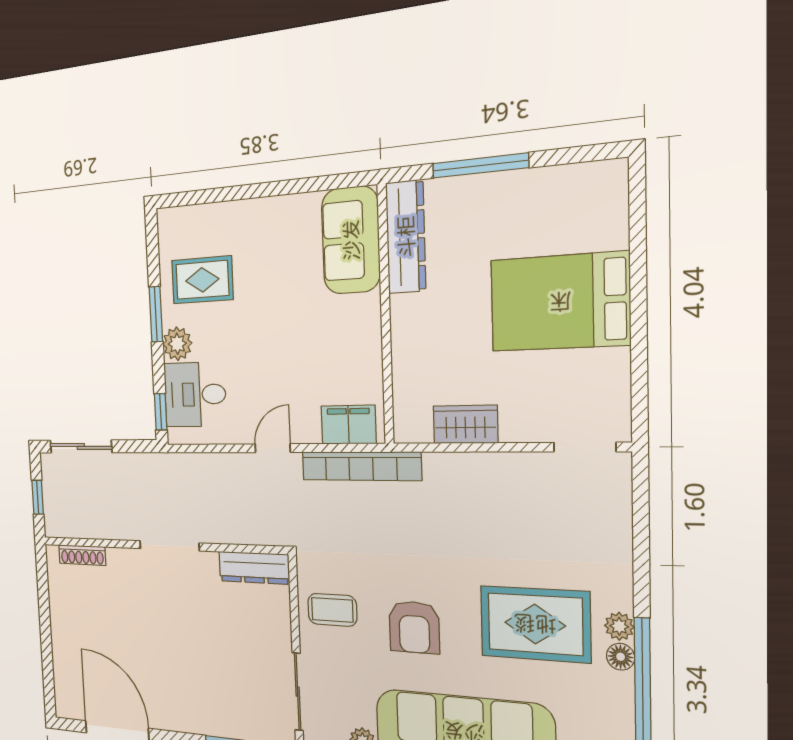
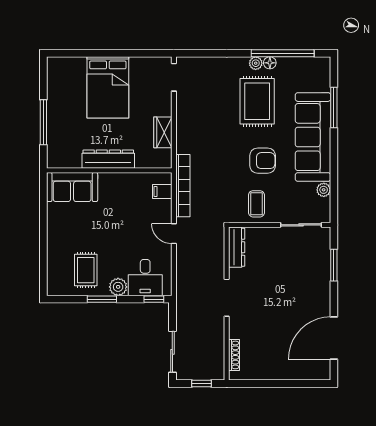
dresser: (406, 237) -> (108, 159), moved
filing cabinet: (349, 425) -> (162, 192), width x0.50

